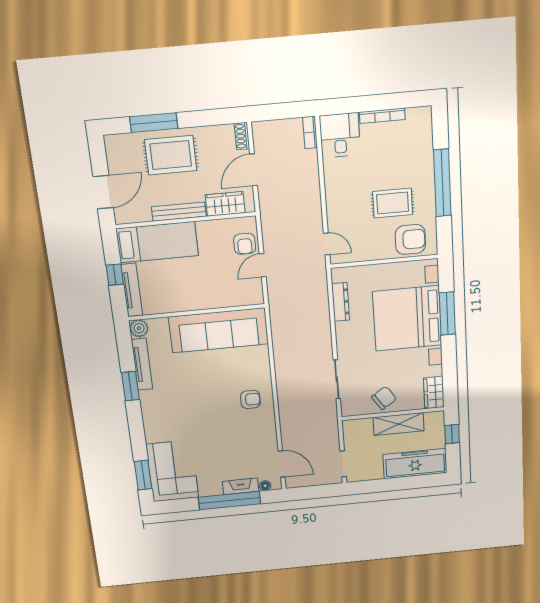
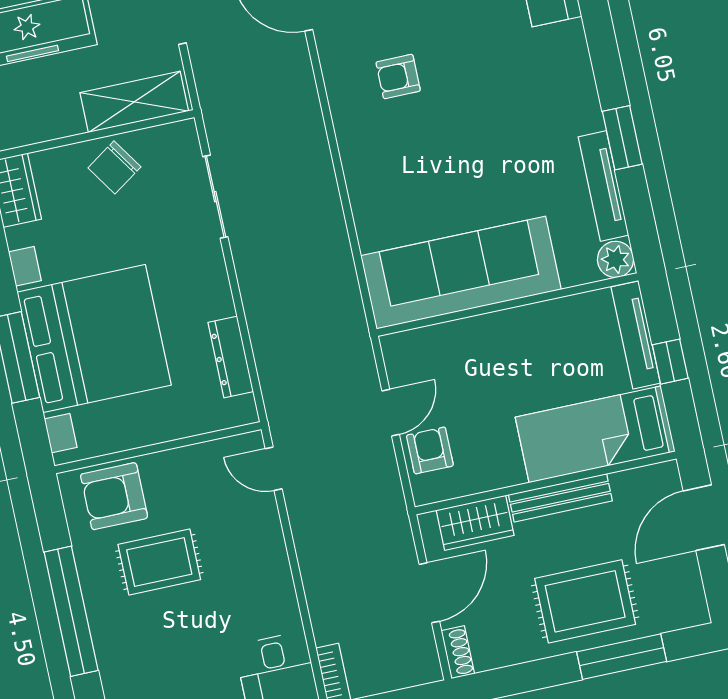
armchair: (250, 399) -> (398, 77), moved
shelving: (399, 424) -> (134, 102), moved

